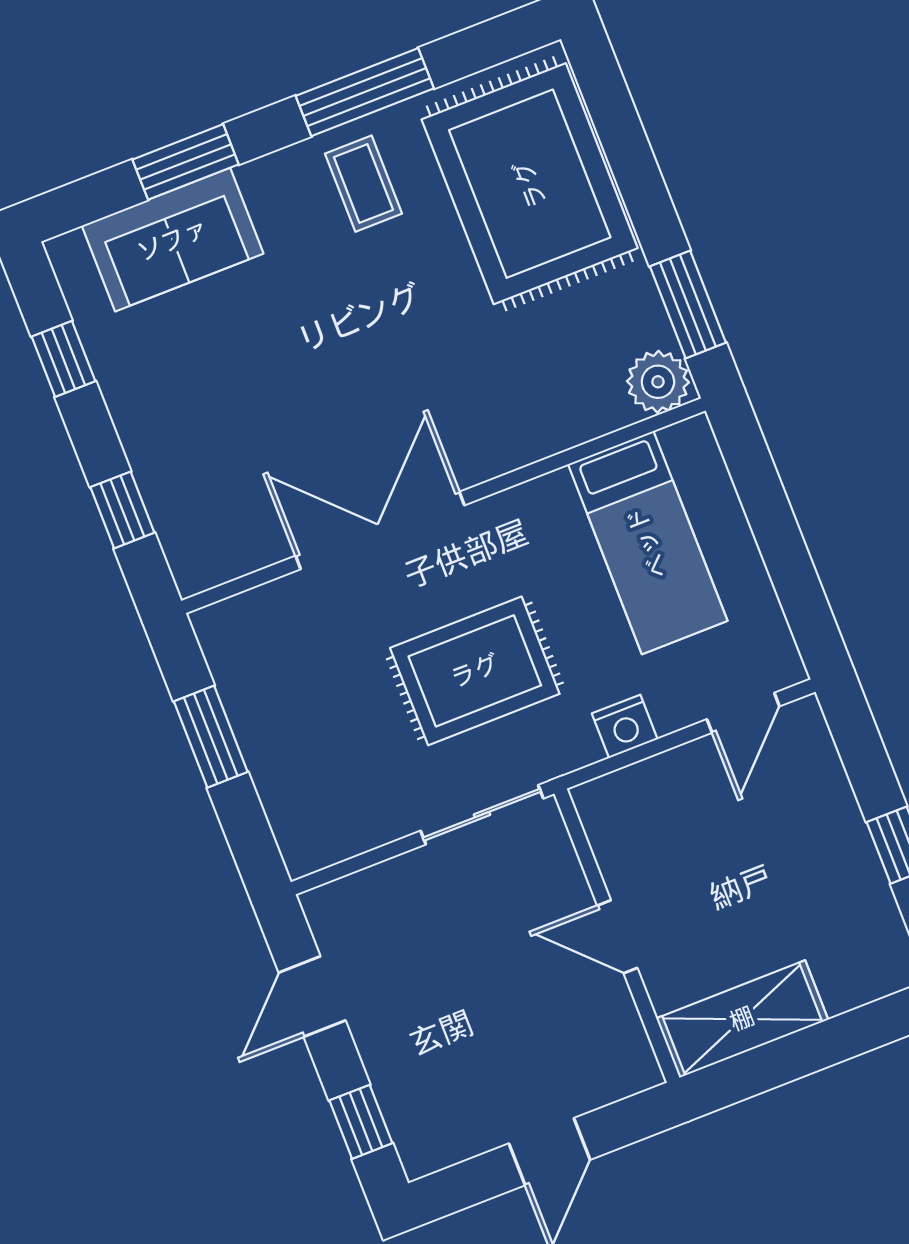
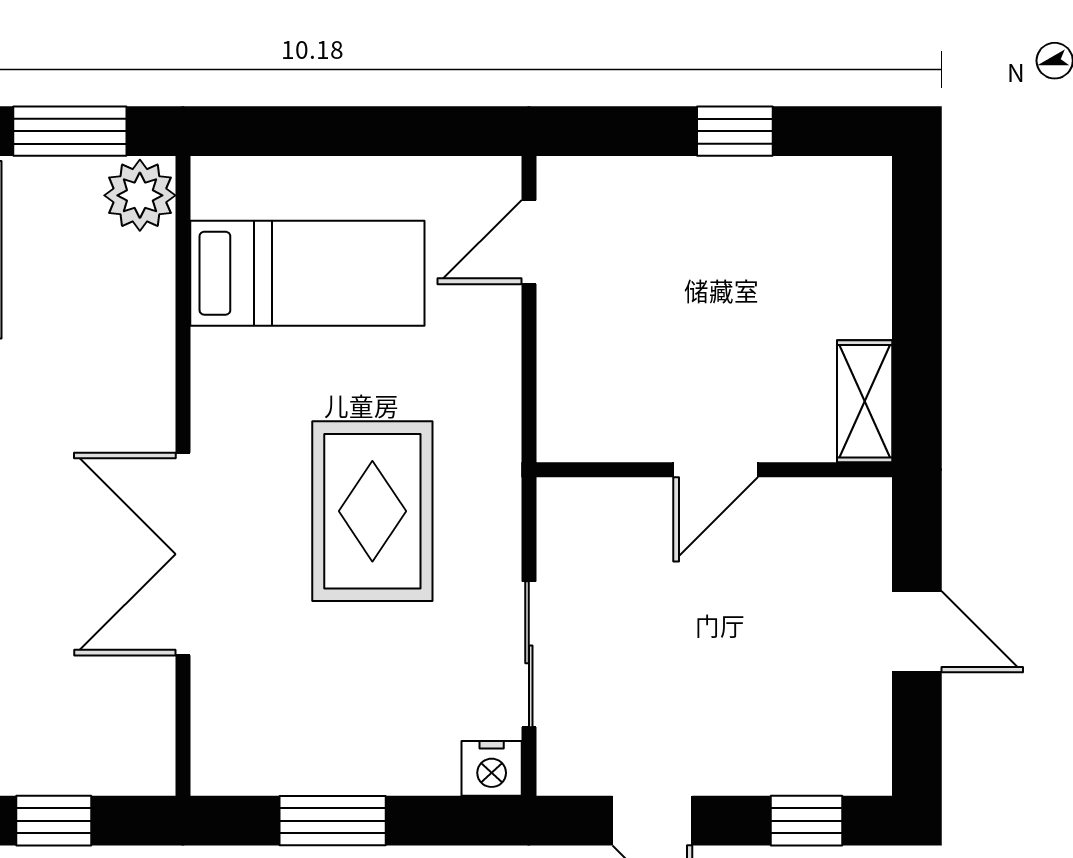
door: (743, 713) -> (529, 242), swing flipped
nightstand: (625, 726) -> (492, 768), moved, turned 90
sliding door: (482, 815) -> (529, 654), moved
shelving: (742, 1019) -> (865, 401), width x0.67, depth x0.75

